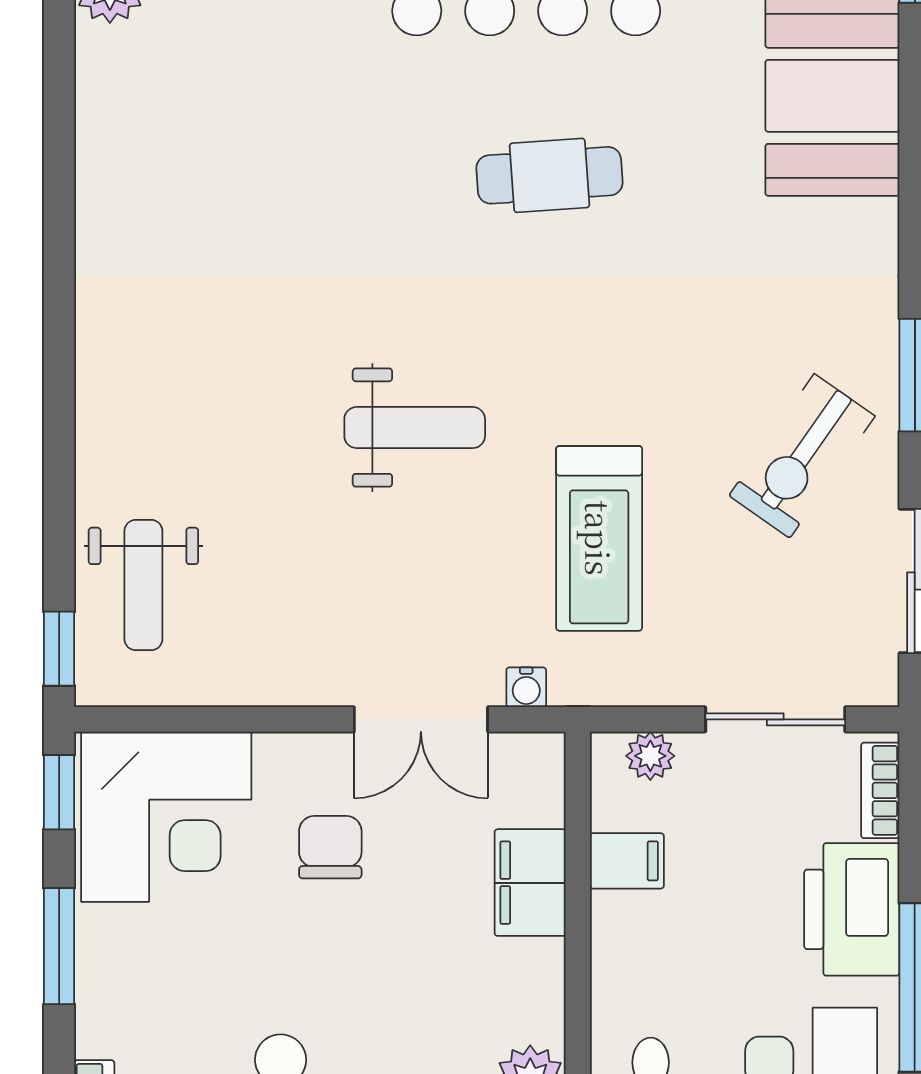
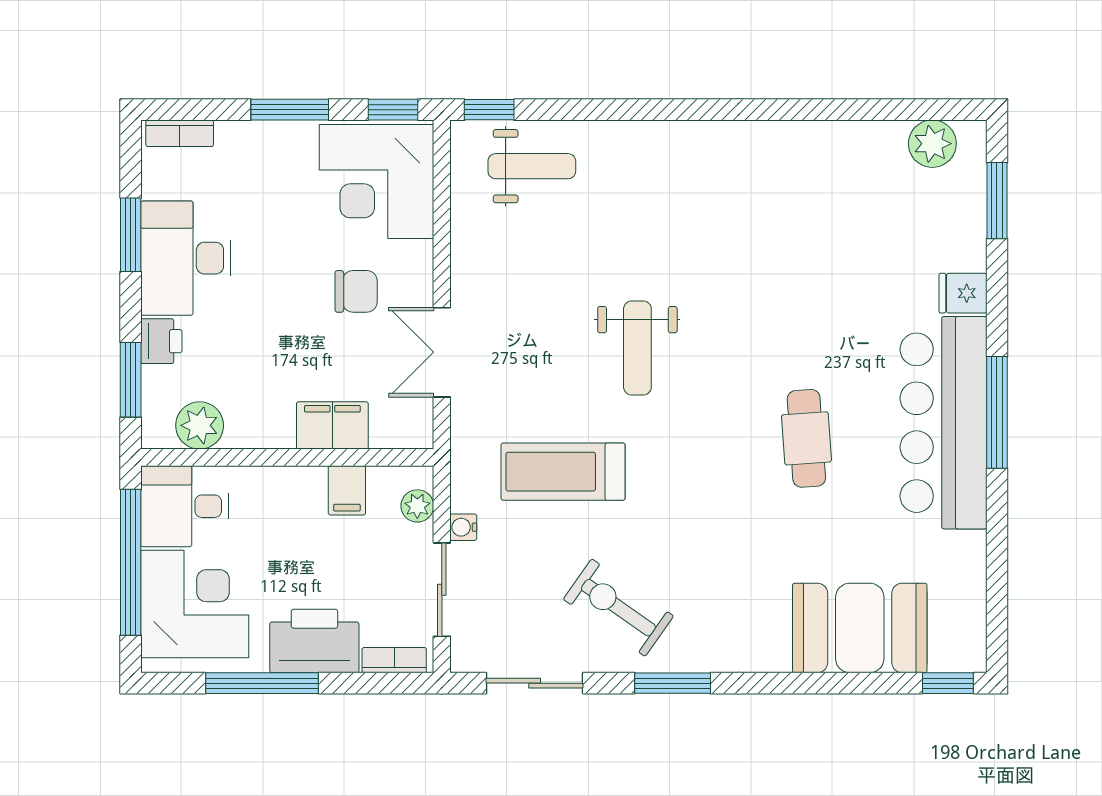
weight bench: (143, 585) -> (532, 166), turned 180
water cooler: (526, 687) -> (463, 527), moved

